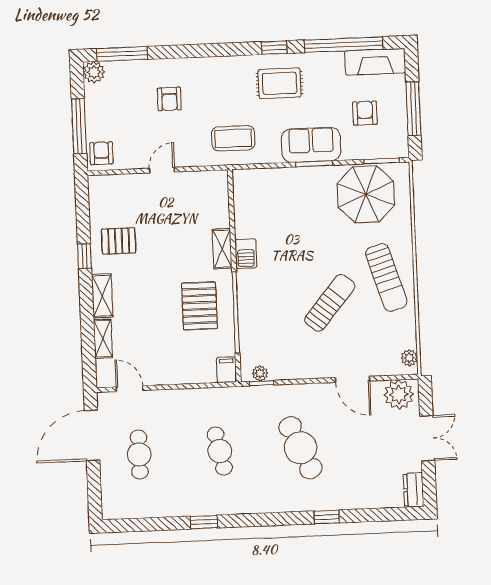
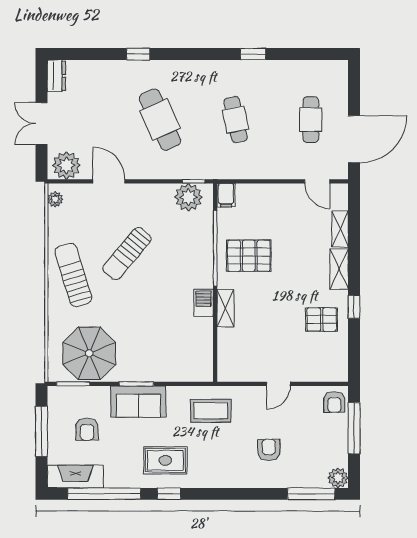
pallet: (199, 306) -> (249, 256), turned 90
plant: (260, 373) -> (188, 197), width x1.88, depth x1.88

